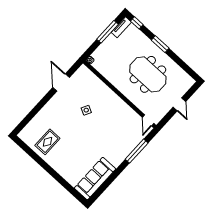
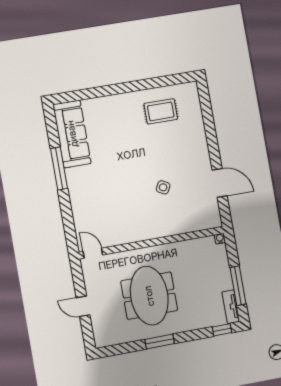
window: (160, 44) -> (160, 342), moved
meeting table: (148, 74) -> (149, 296), turned 90
rug: (47, 142) -> (161, 111), turned 90
window: (137, 151) -> (59, 168), moved

